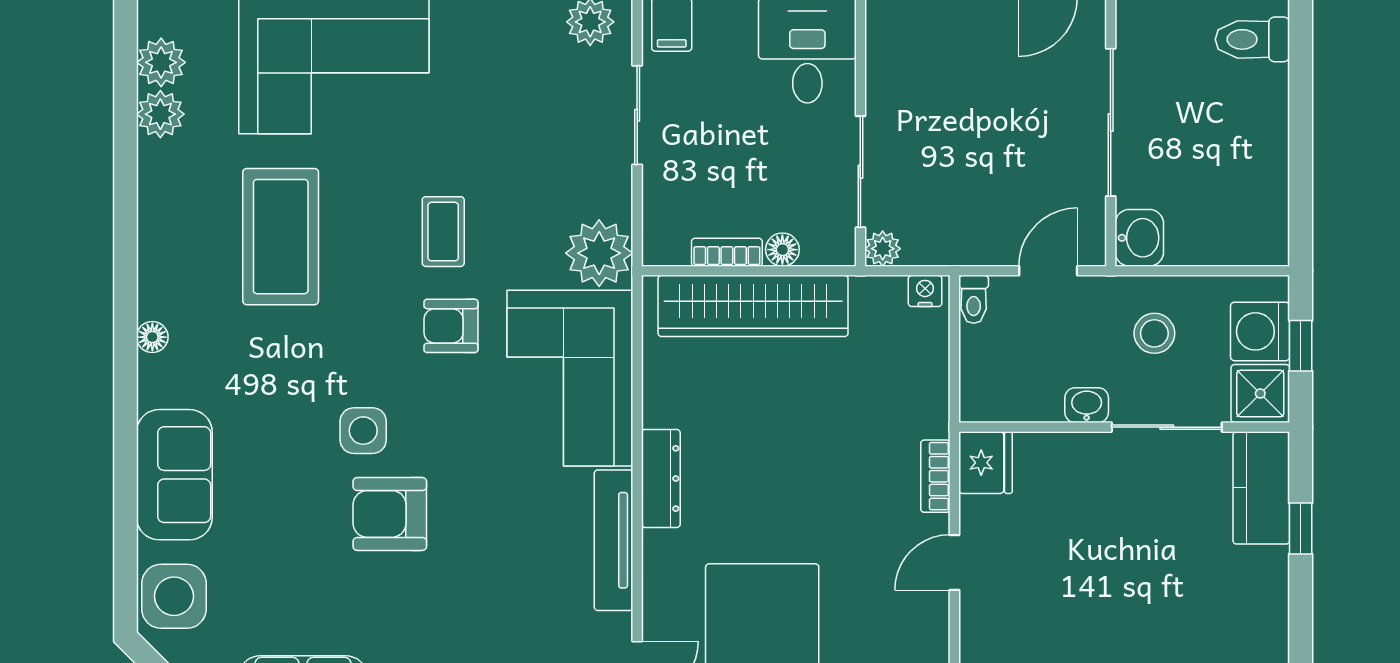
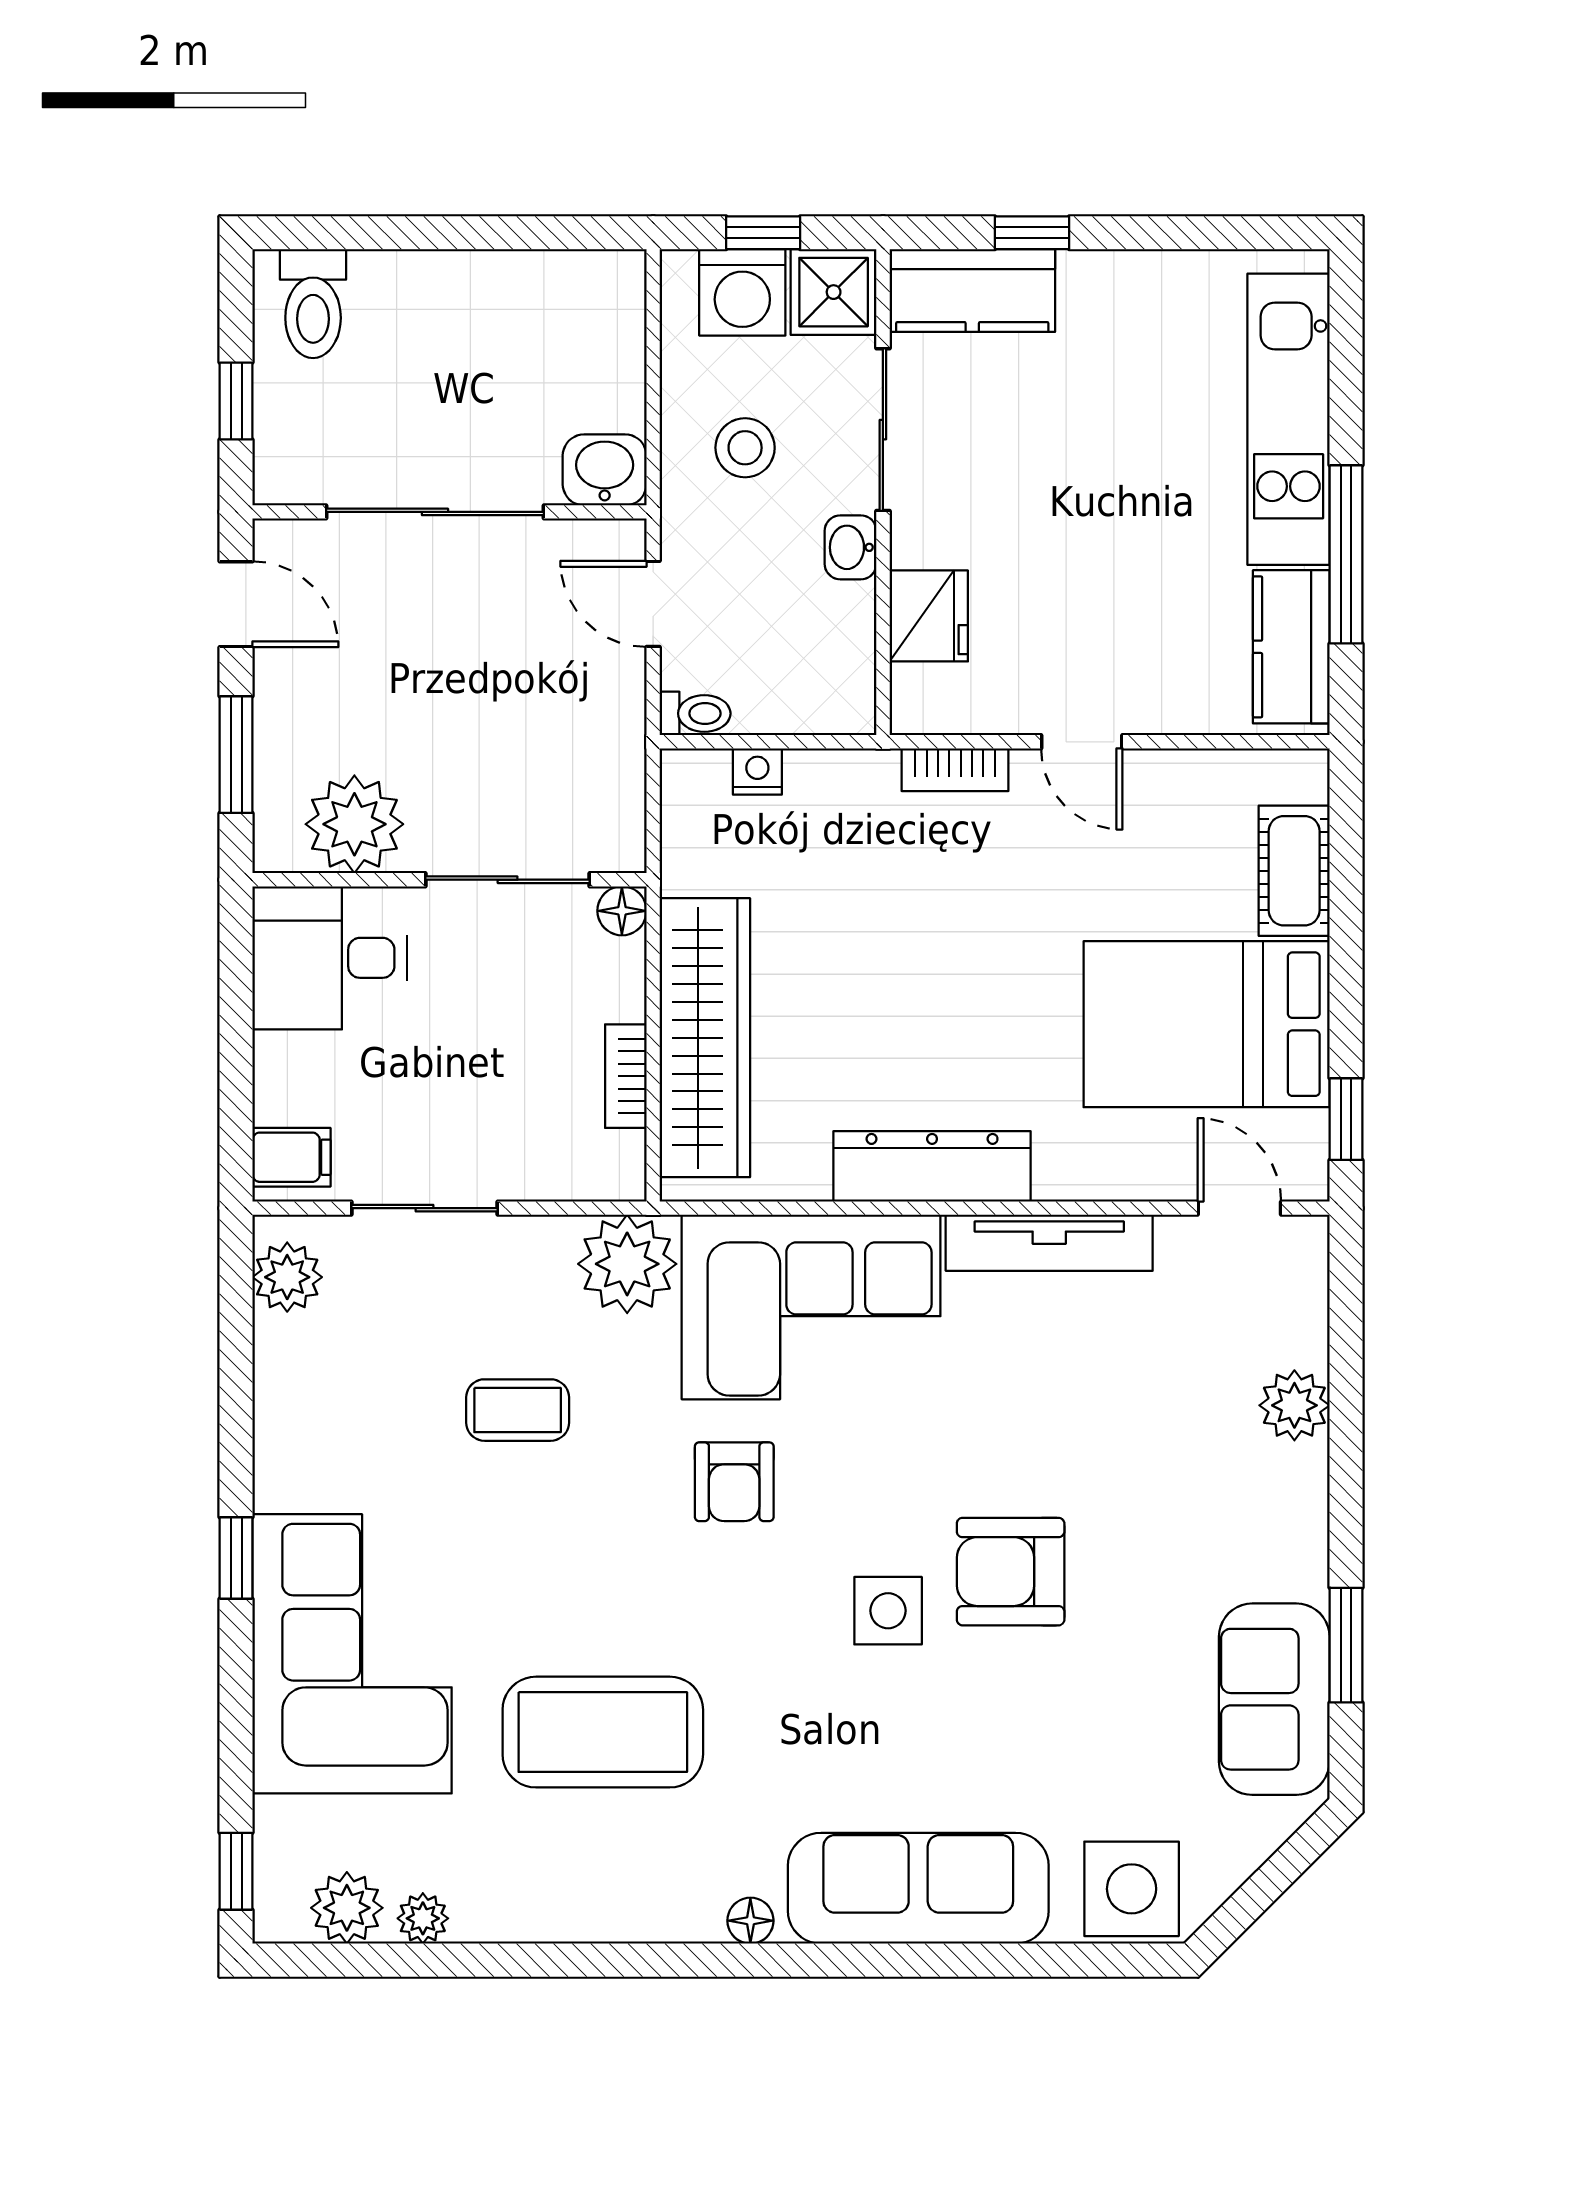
plant: (160, 114) -> (423, 1918), width x0.73, depth x0.73
coffee table: (443, 232) -> (518, 1410), moved
plant: (883, 249) -> (354, 824), moved, width x1.87, depth x1.87
floor lamp: (782, 250) -> (622, 911), moved
nightstand: (925, 291) -> (757, 771), moved, turned 90
fridge: (985, 463) -> (929, 616), moved, turned 90
sofa: (174, 475) -> (918, 1888), width x1.36
dresser: (661, 478) -> (932, 1166), width x1.37, depth x1.24
armchair: (390, 514) -> (1011, 1572), turned 90

